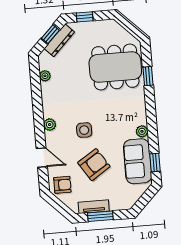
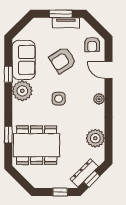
plant: (45, 76) -> (95, 138), width x1.88, depth x1.88
side table: (84, 130) -> (59, 99), moved
plant: (142, 131) -> (22, 91), width x1.87, depth x1.87
window: (155, 163) -> (8, 74), moved
armchair: (62, 185) -> (92, 44), turned -90

